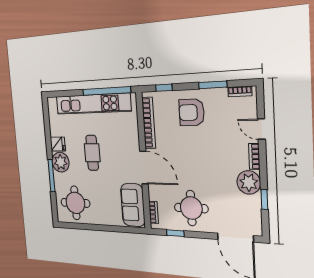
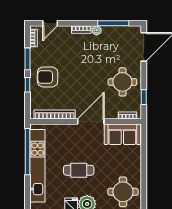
window: (164, 88) -> (28, 85), moved
armchair: (192, 112) -> (48, 77), turned 90
door: (261, 129) -> (50, 23), moved
plant: (249, 182) -> (97, 30), width x0.53, depth x0.53
window: (264, 200) -> (113, 23), width x2.17

